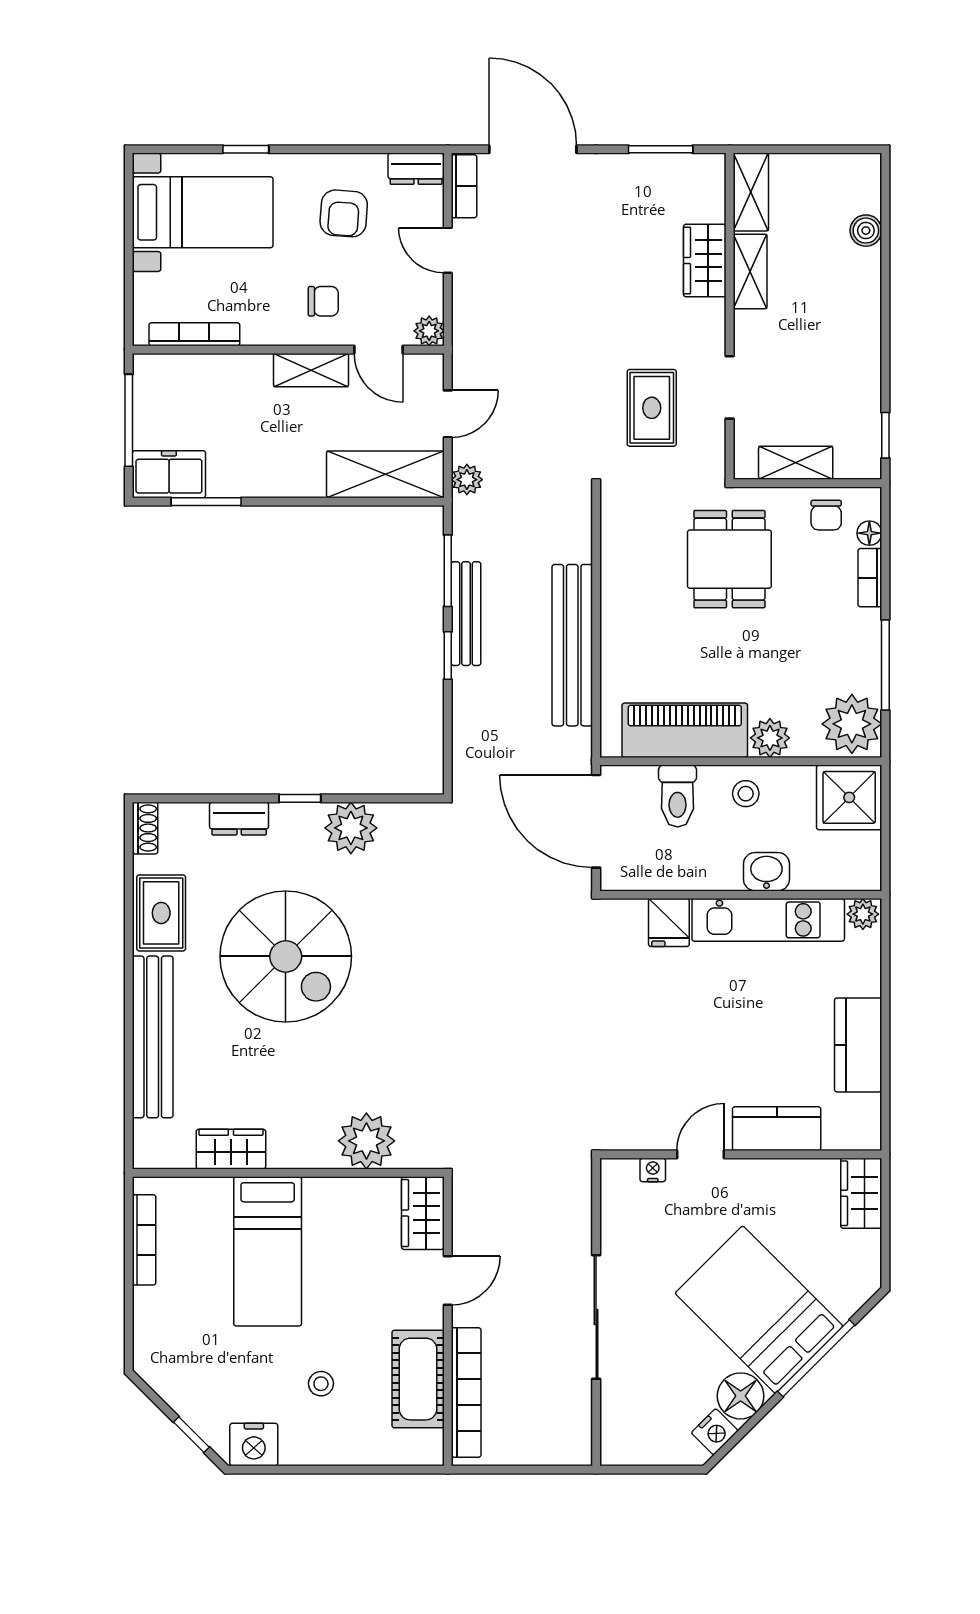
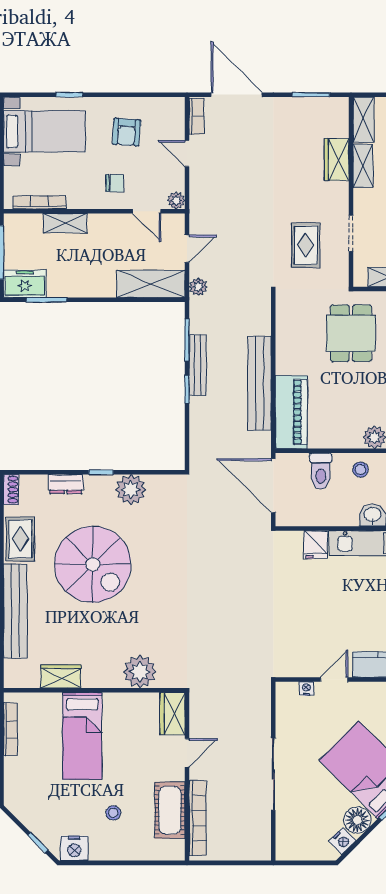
dresser: (416, 169) -> (169, 106), removed
shelving: (311, 370) -> (65, 223), moved
piano: (685, 730) -> (291, 412), moved, turned 90

